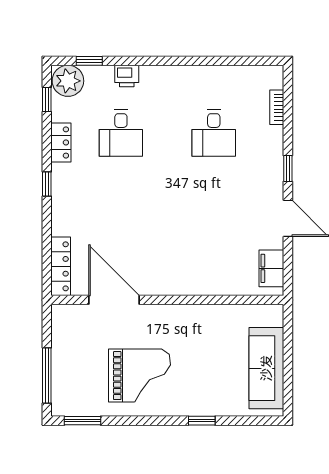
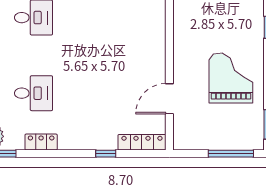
window: (47, 184) -> (106, 154), moved
door: (114, 300) -> (169, 99), width x0.73

